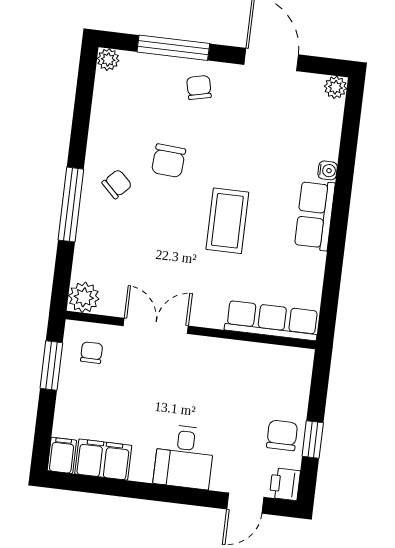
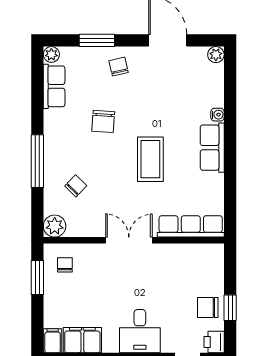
window: (173, 48) -> (97, 40), width x0.69
row of seats: (107, 104) -> (54, 86), added
chair: (117, 184) -> (76, 186), moved
double door: (156, 326) -> (129, 240), moved
chair: (282, 435) -> (208, 307), turned -90

